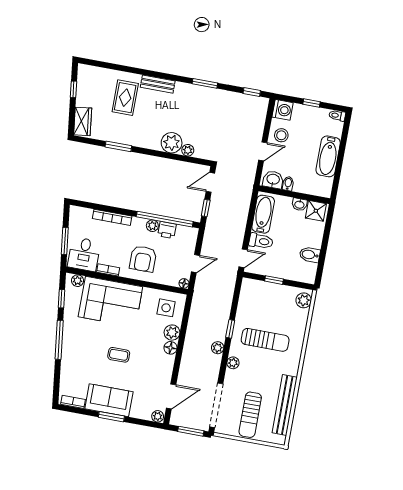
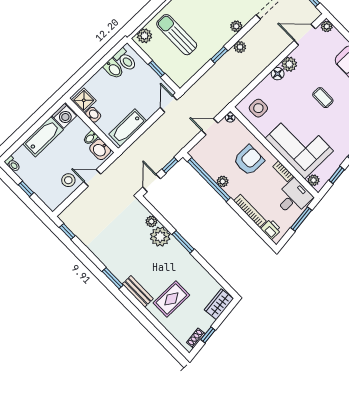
shoe rack: (82, 80) -> (196, 338), added
window: (205, 83) -> (113, 278), moved
washing machine: (283, 110) -> (64, 116), moved, turned 180
window: (118, 146) -> (183, 242), moved
door: (210, 182) -> (152, 183), swing flipped
printer: (167, 230) -> (271, 229), moved
toilet: (261, 241) -> (125, 60), moved, turned 180
door: (243, 258) -> (169, 104), hinge flipped
plant: (172, 333) -> (289, 64), moved
sun lounger: (265, 340) -> (177, 35), moved

